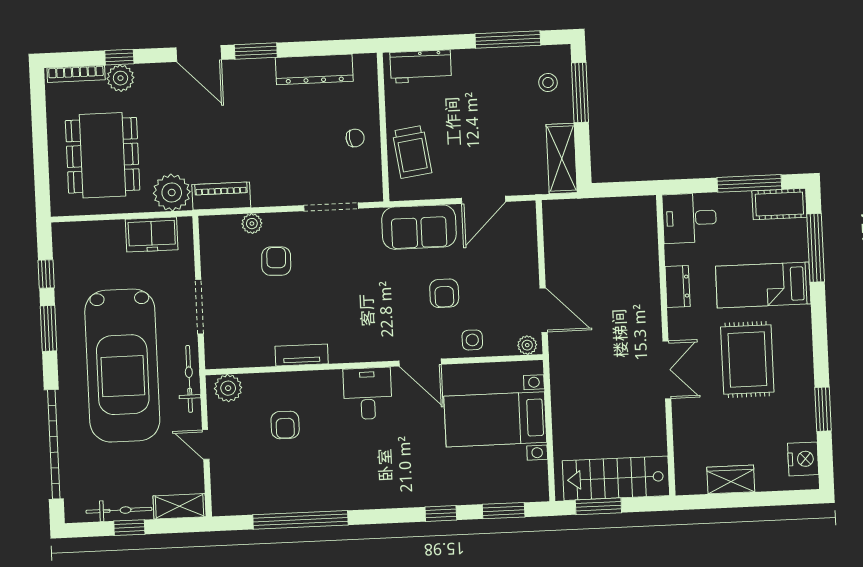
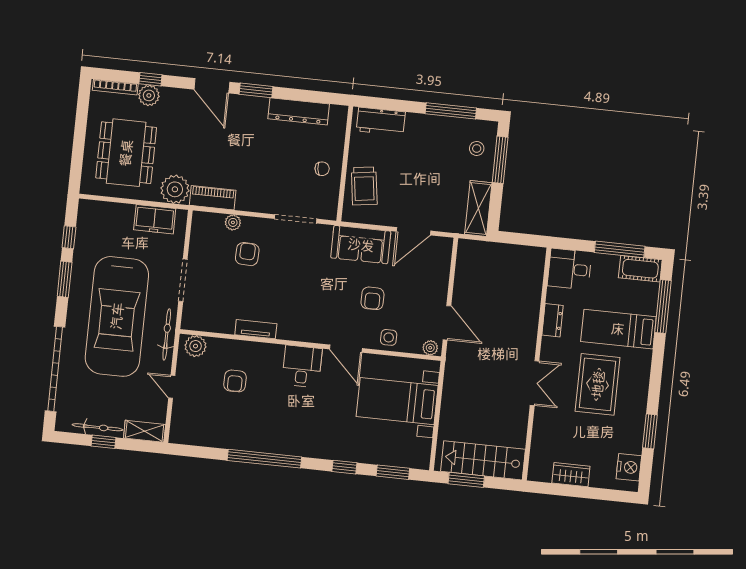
window: (300, 520) -> (264, 459), moved

